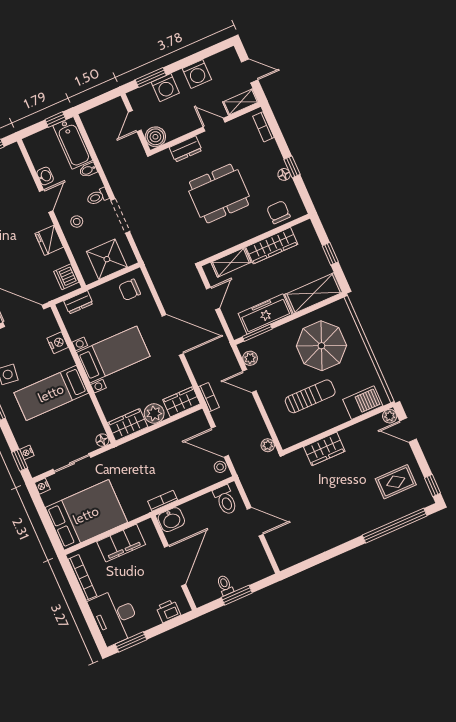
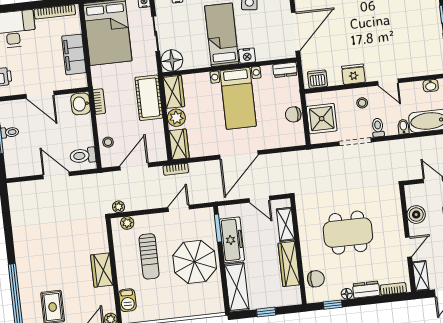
boiler: (155, 137) -> (416, 215), moved
dresser: (186, 149) -> (366, 290), moved, turned 90
window: (292, 167) -> (333, 305), moved
washbasin: (45, 176) -> (431, 86), moved
dining table: (219, 194) -> (348, 233), turned 90
chair: (130, 290) -> (293, 114), moved, turned -90
dresser: (78, 302) -> (285, 70), moved, turned -90
nightstand: (58, 343) -> (247, 56), moved
parasol: (321, 346) -> (195, 262), moved
plant: (250, 358) -> (127, 223), moved
barbecue: (363, 403) -> (127, 300), width x0.73, depth x0.79
floor lamp: (102, 440) -> (172, 60), width x1.89, depth x1.89
cot: (142, 449) -> (149, 98), added
wardrobe: (324, 449) -> (102, 270), moved
stool: (220, 467) -> (108, 142), moved
door: (255, 522) -> (56, 175), swing flipped
door: (175, 566) -> (40, 95), width x0.73

